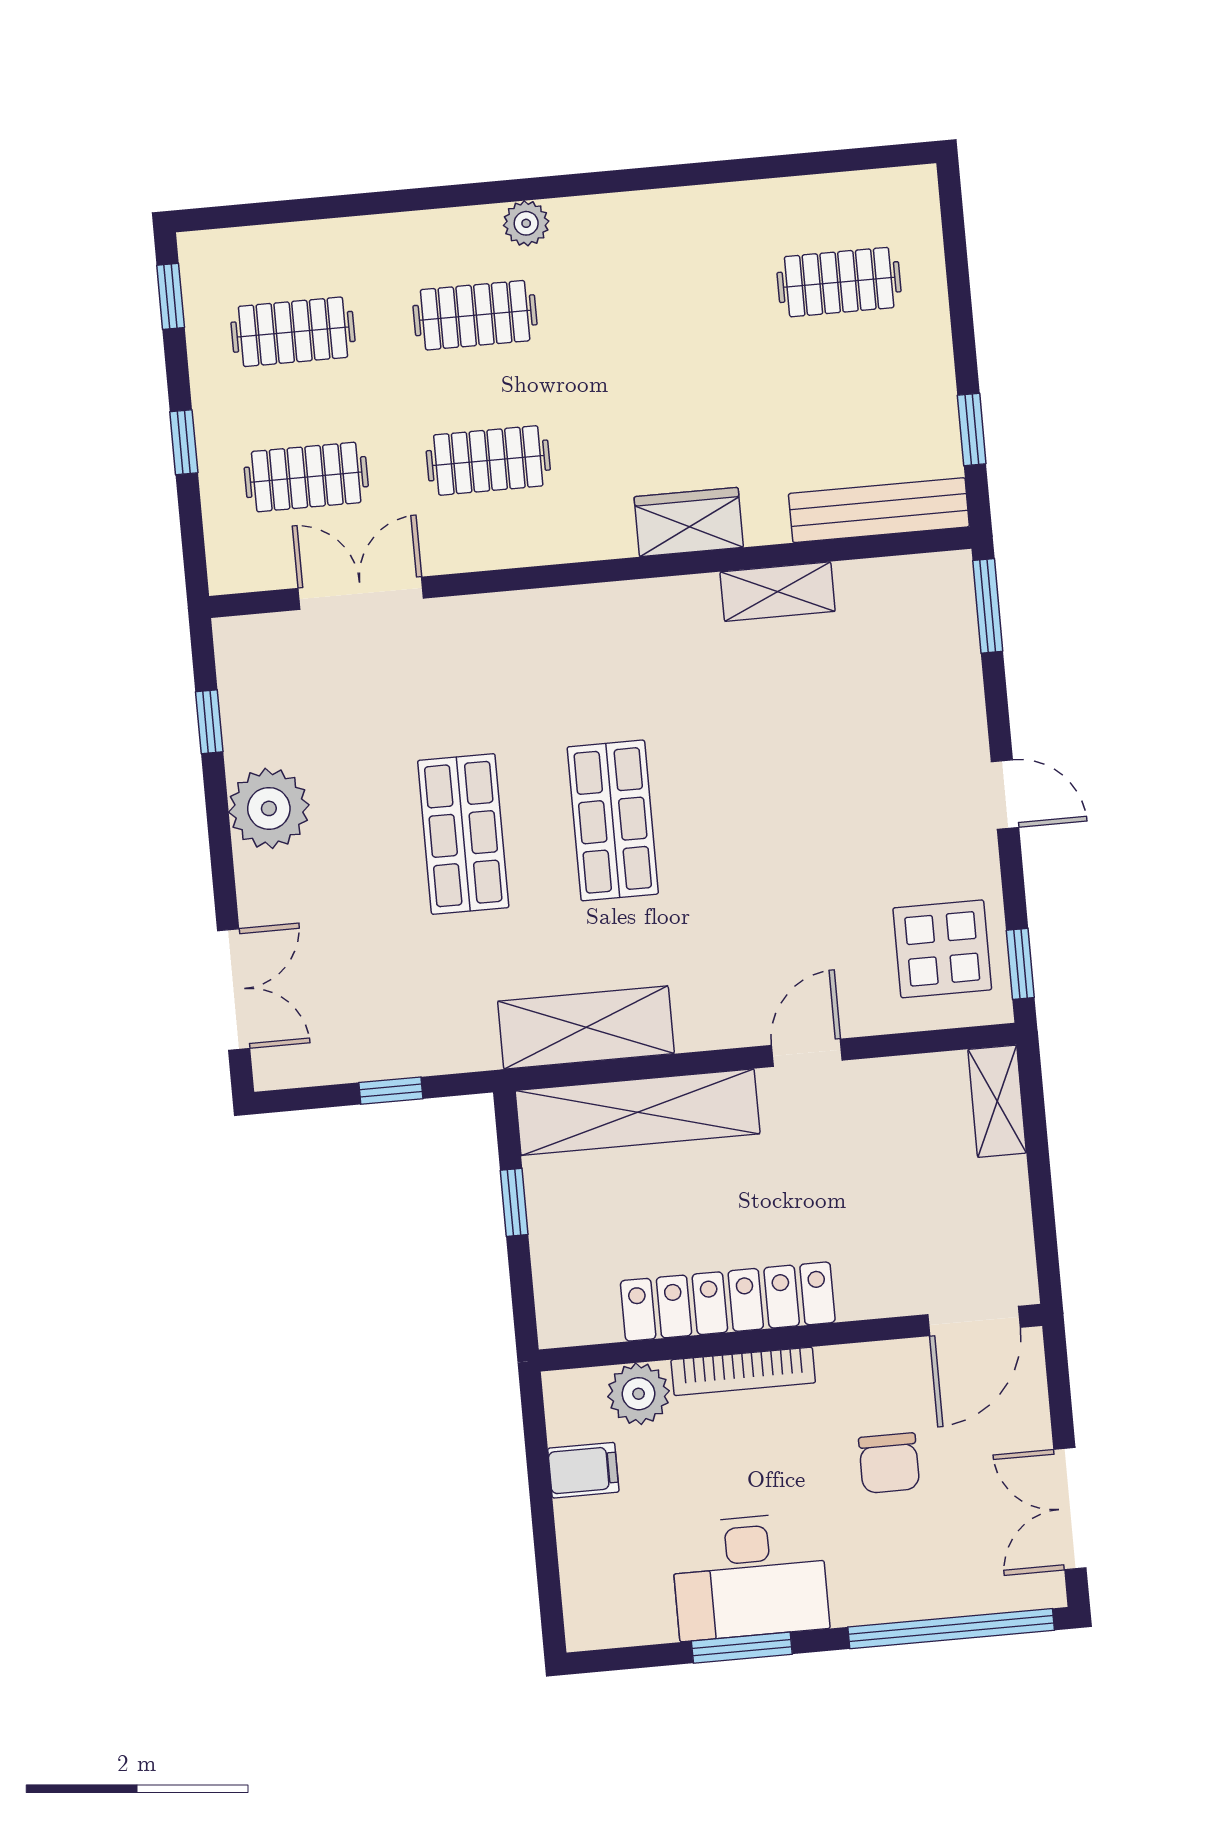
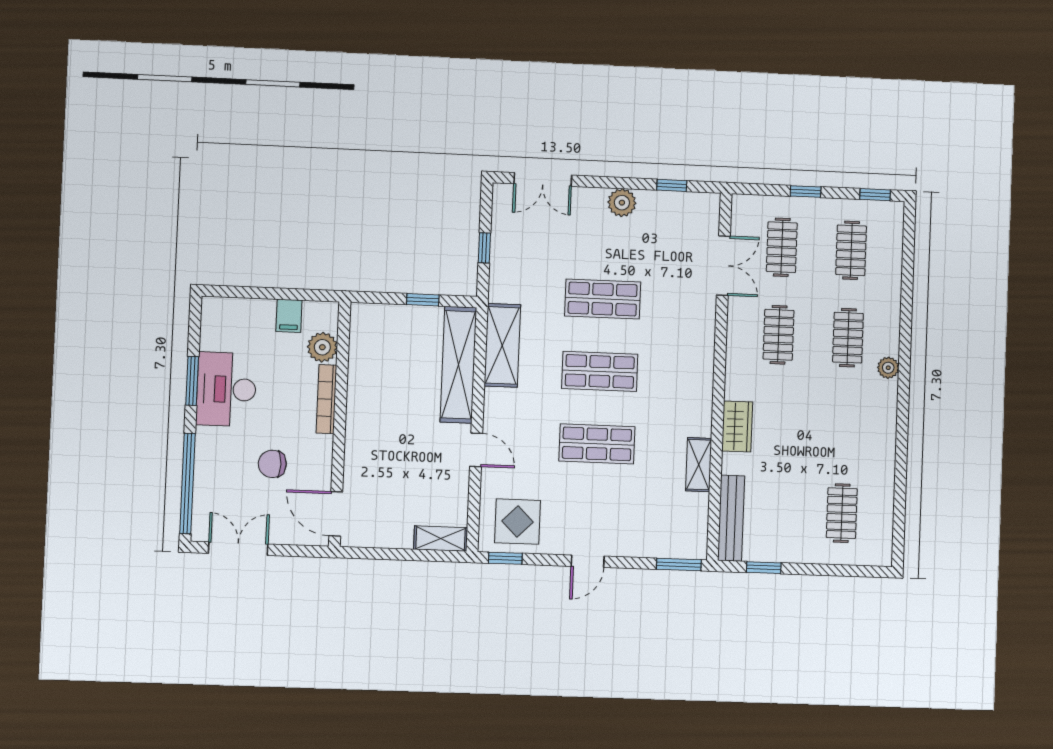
shop shelf: (762, 807) -> (597, 444), added
plant: (269, 808) -> (622, 203), width x0.73, depth x0.73
locker: (728, 1302) -> (361, 396), removed

